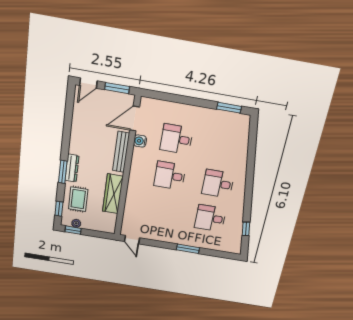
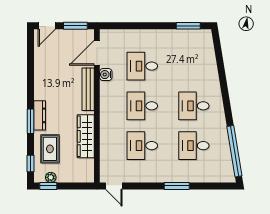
desk: (163, 210) -> (142, 146), added
window: (246, 229) -> (234, 151), width x3.17

